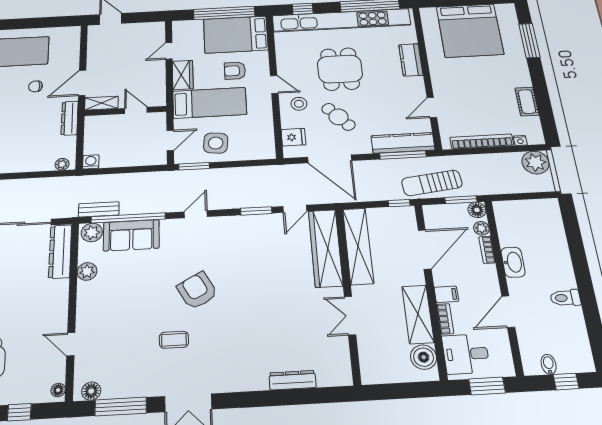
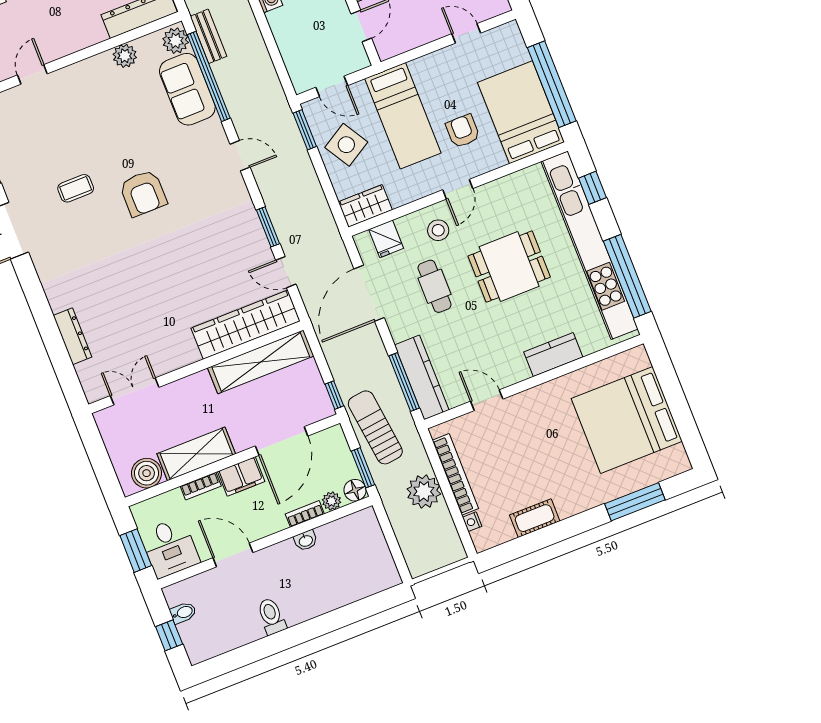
wardrobe: (183, 75) -> (365, 206), moved, turned 180
cafe table: (338, 117) -> (435, 286), turned -48
side table: (216, 143) -> (346, 145), turned -37
plant: (535, 162) -> (424, 491), moved
door: (425, 249) -> (282, 441), hinge flipped
washbasin: (513, 262) -> (306, 541), width x0.52, depth x0.69
armchair: (197, 291) -> (143, 193), turned 119
filing cabinet: (446, 294) -> (241, 476), width x2.00
double door: (350, 316) -> (135, 391), moved
coffee table: (174, 340) -> (76, 188), turned 90
desk: (466, 354) -> (170, 548), moved, turned 180

